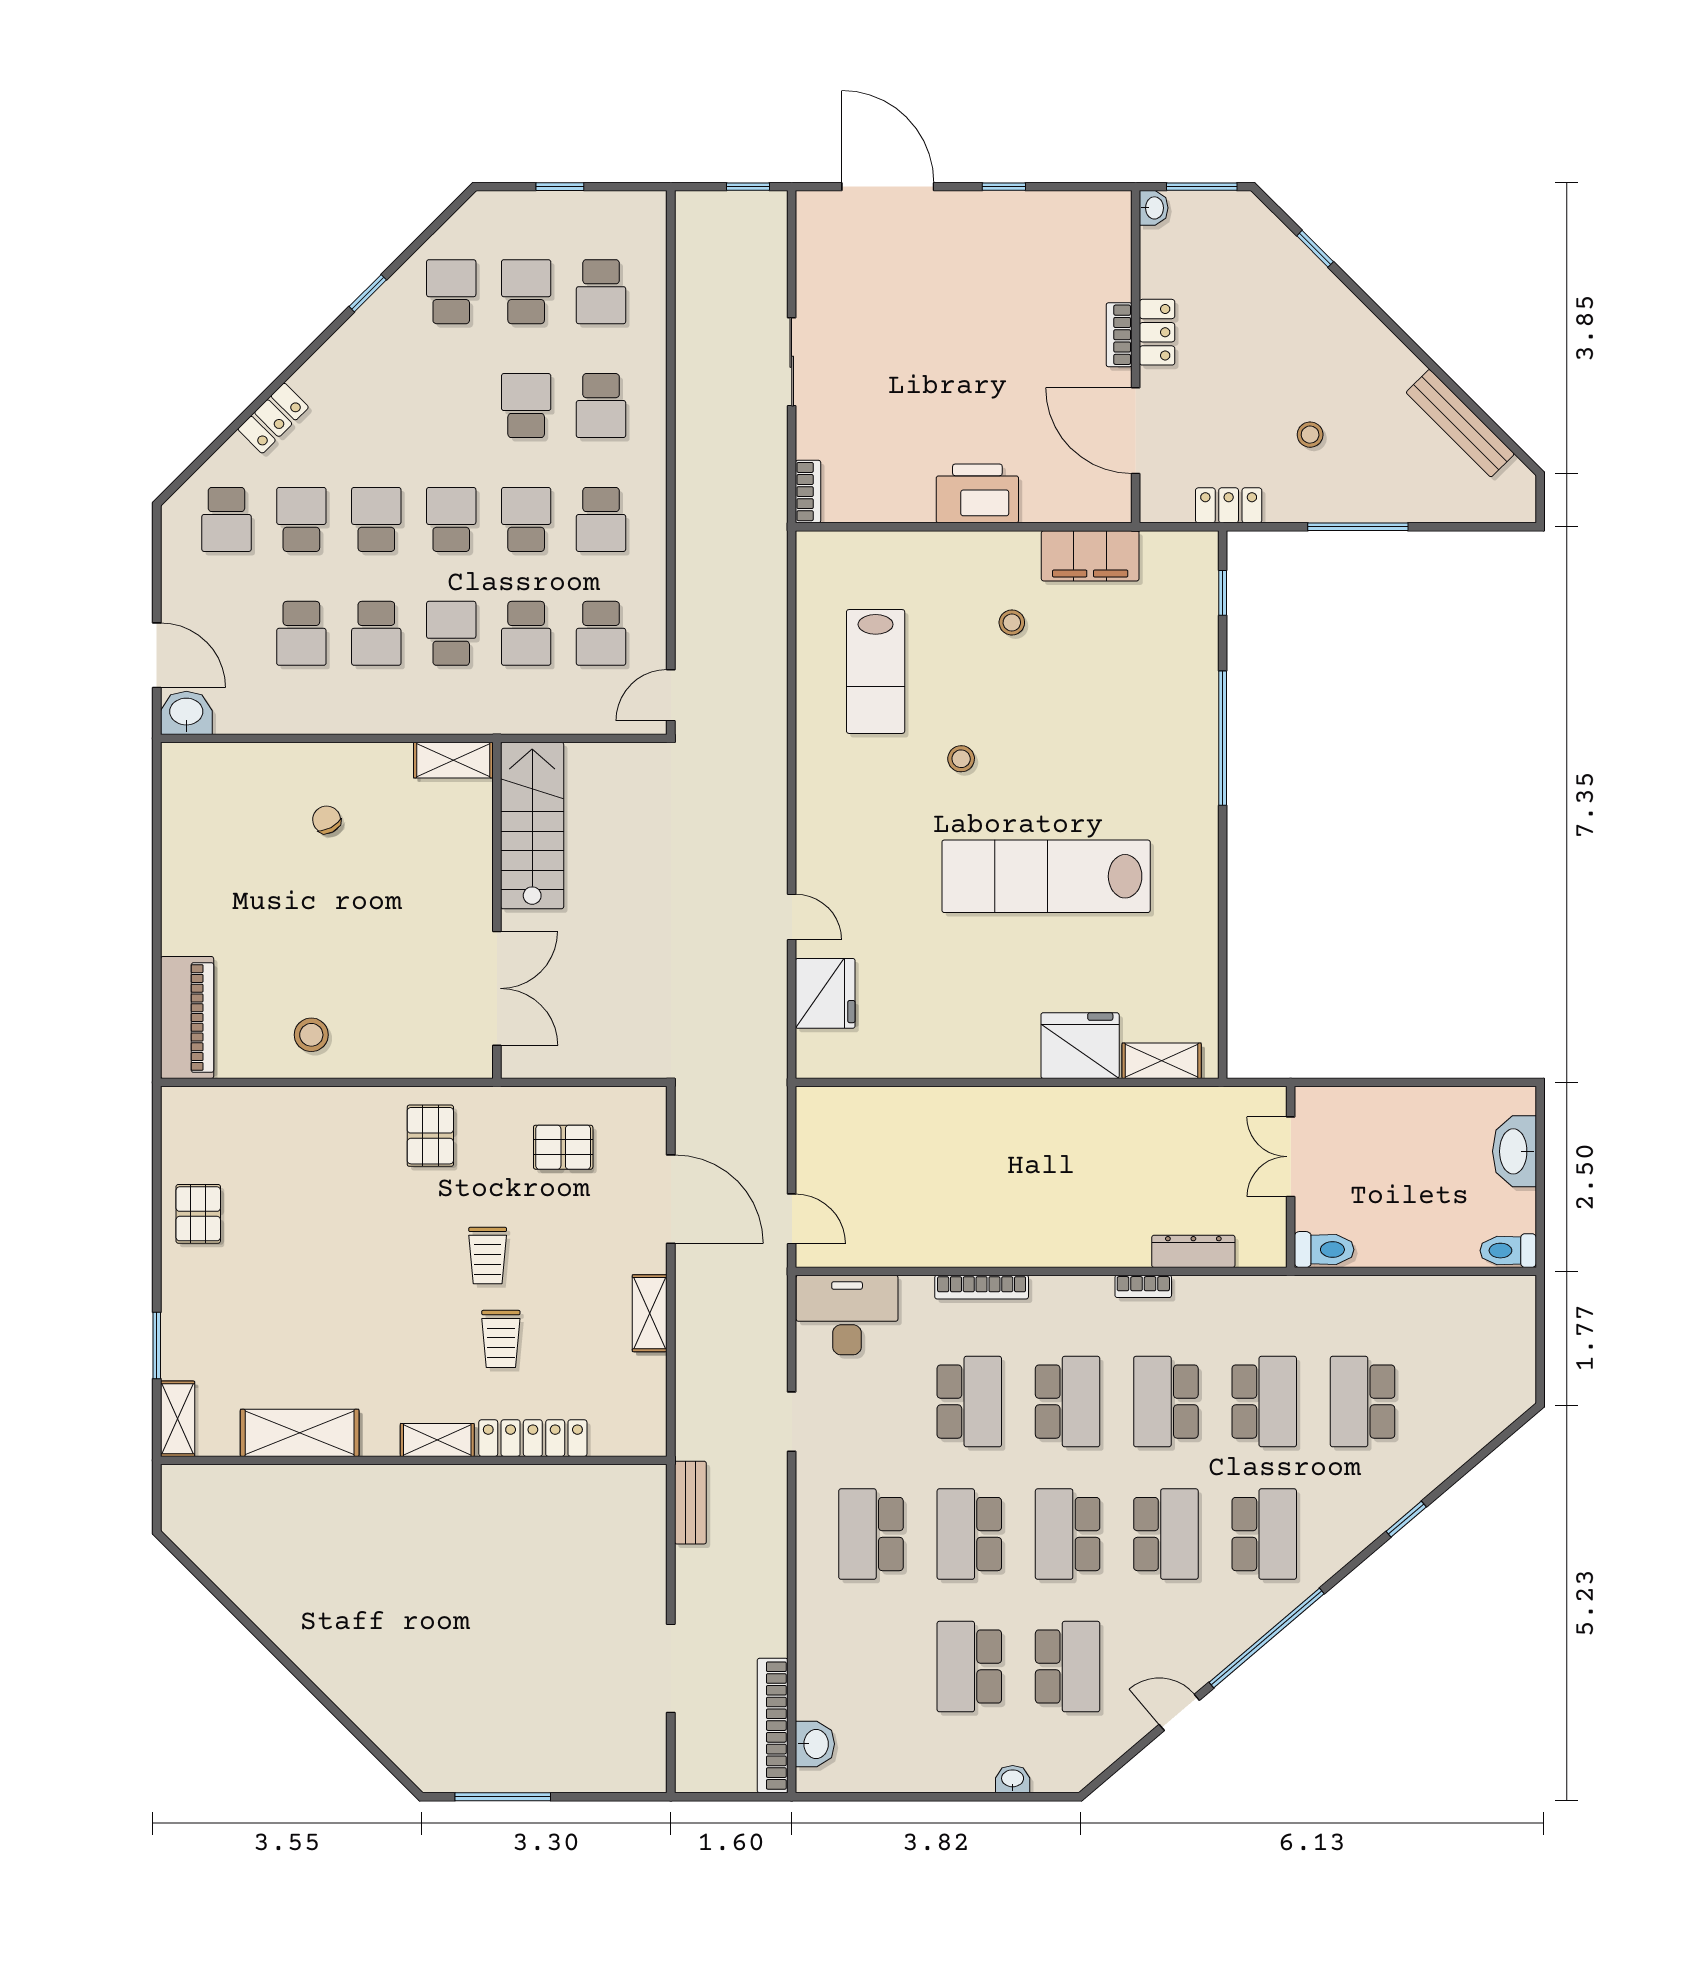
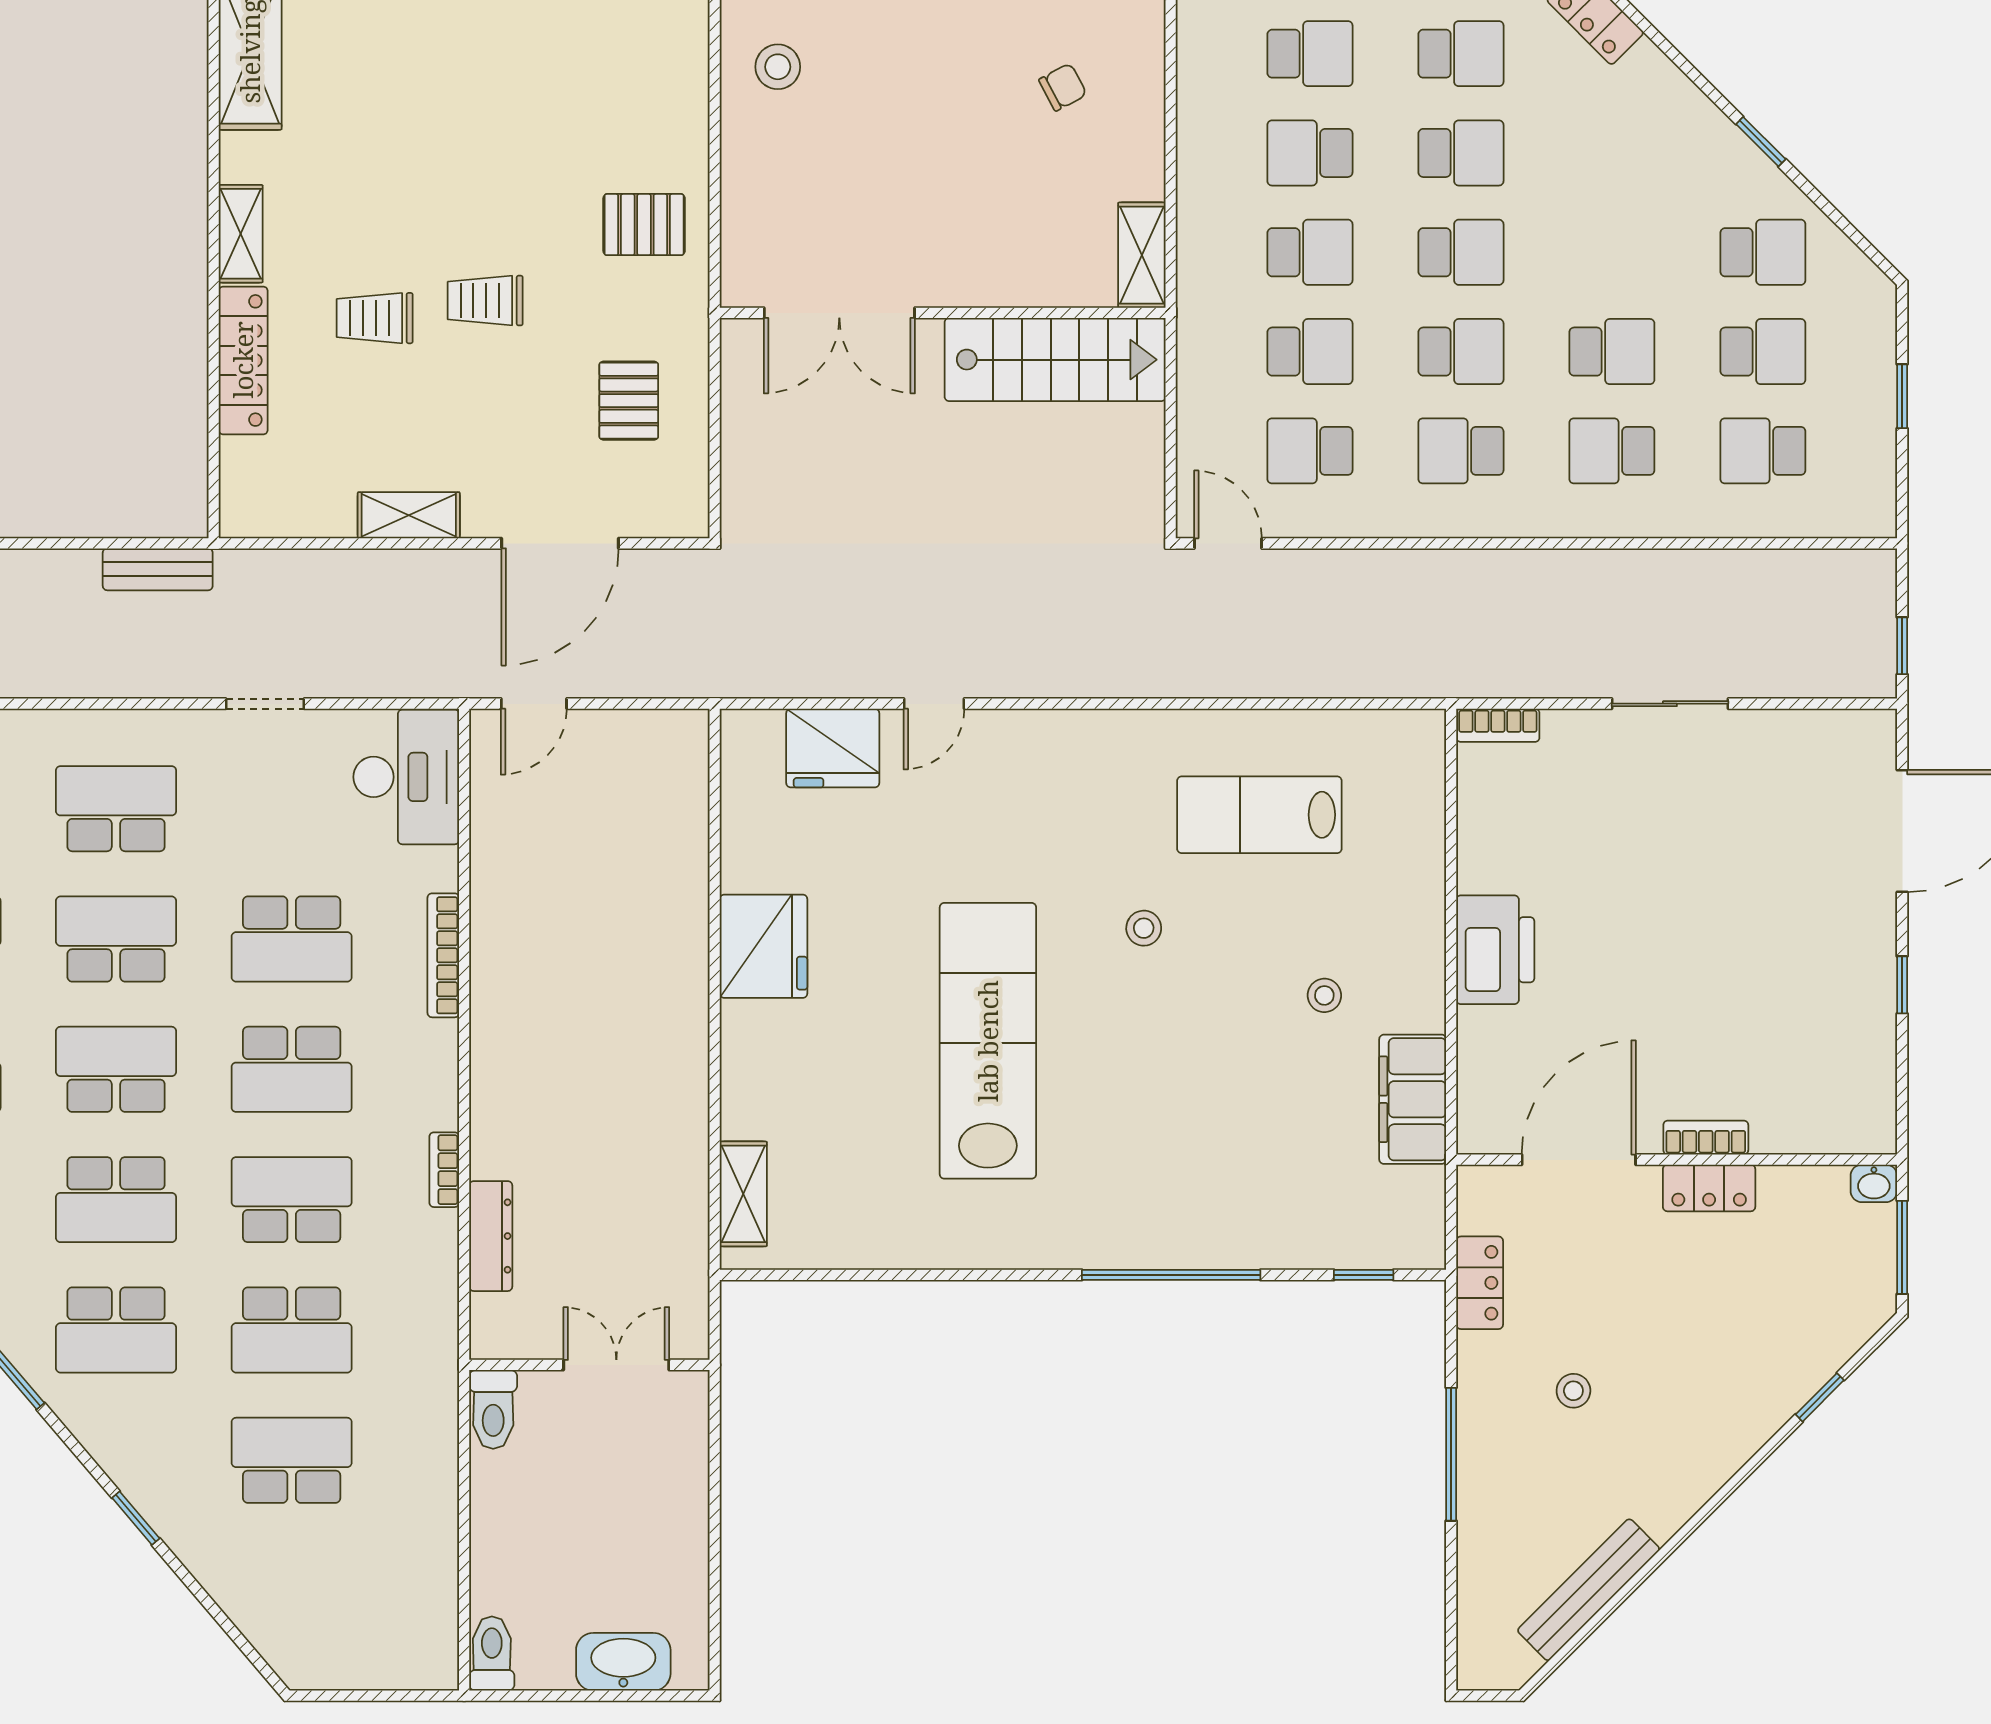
school desk: (301, 633) -> (1310, 54), turned 180
school desk: (526, 633) -> (1310, 352), turned 180
fridge: (1080, 1046) -> (764, 946), moved

